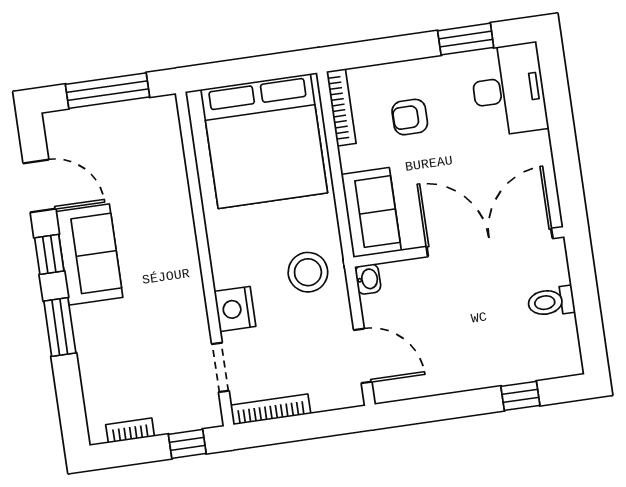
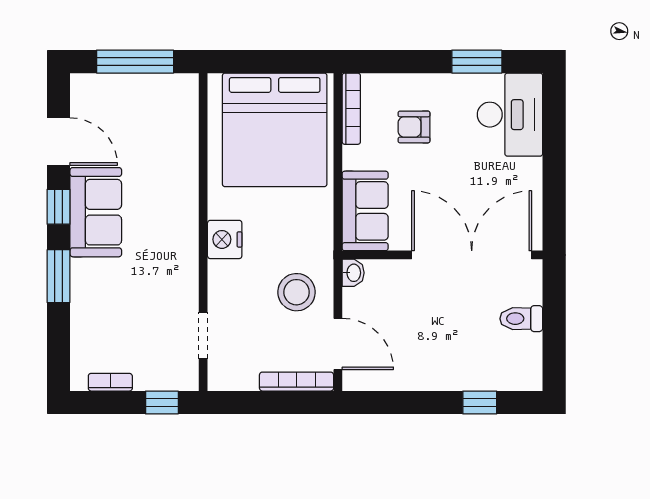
stool: (308, 272) -> (297, 292), moved
nightstand: (235, 309) -> (225, 239), moved
bookcase: (271, 409) -> (297, 382), moved

